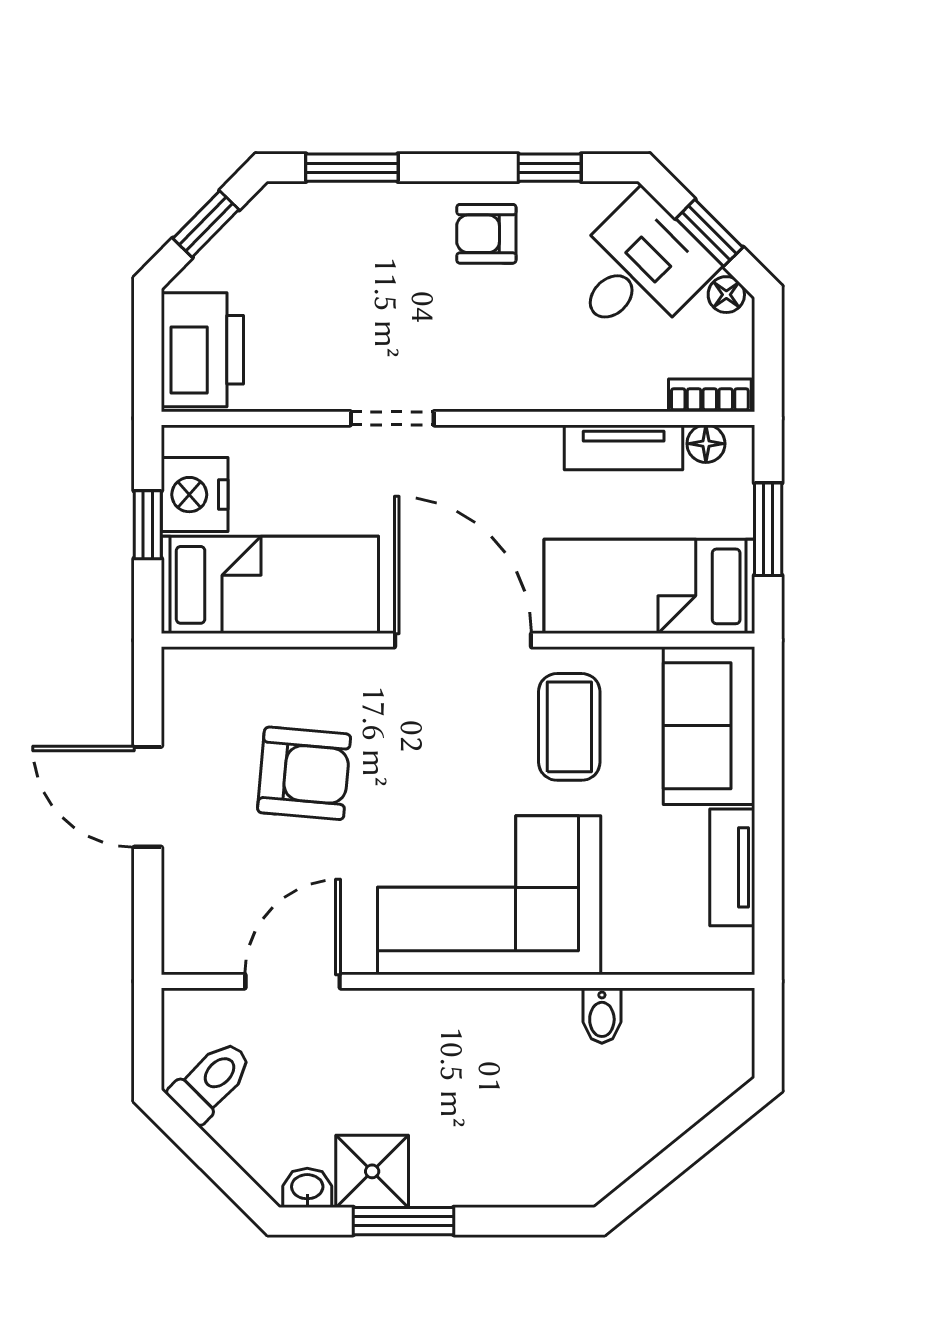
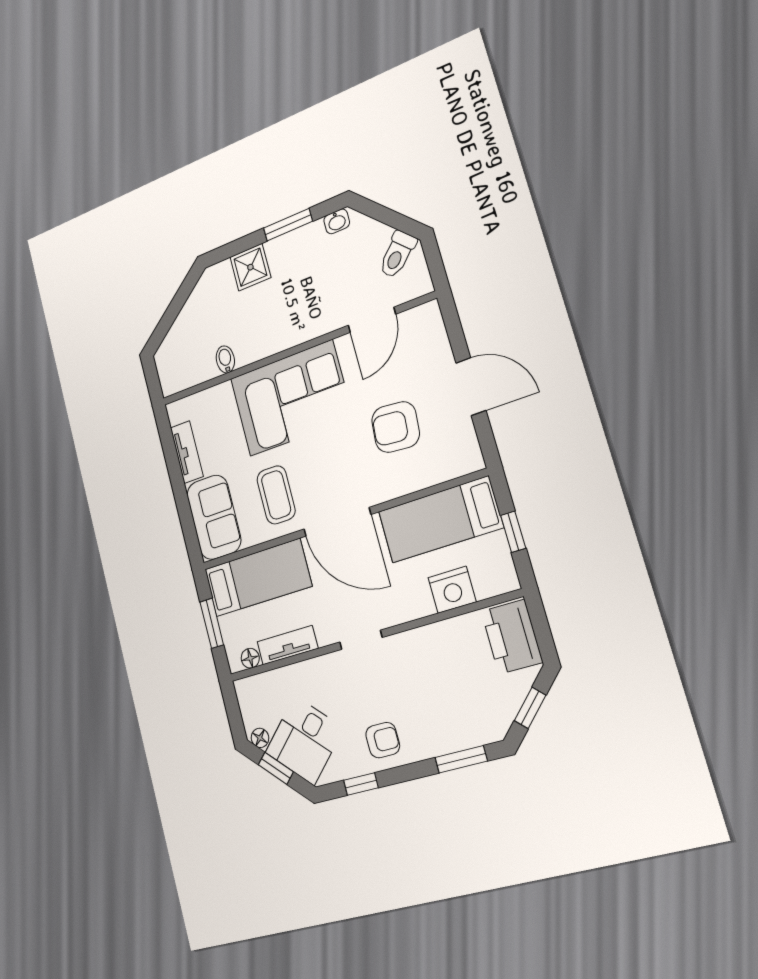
bookcase: (710, 395) -> (255, 684), removed
doorway: (392, 418) -> (361, 640), moved
nightstand: (195, 495) -> (452, 590), moved, turned 90
shower: (372, 1171) -> (250, 267), moved

